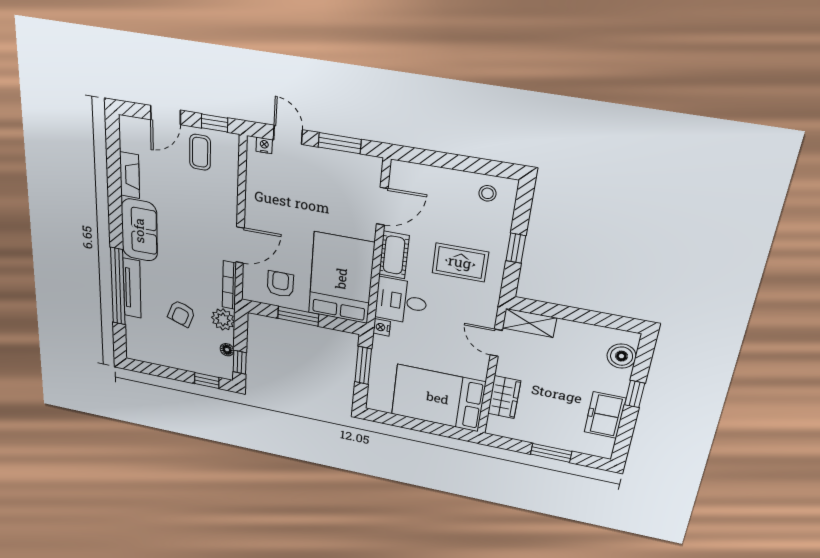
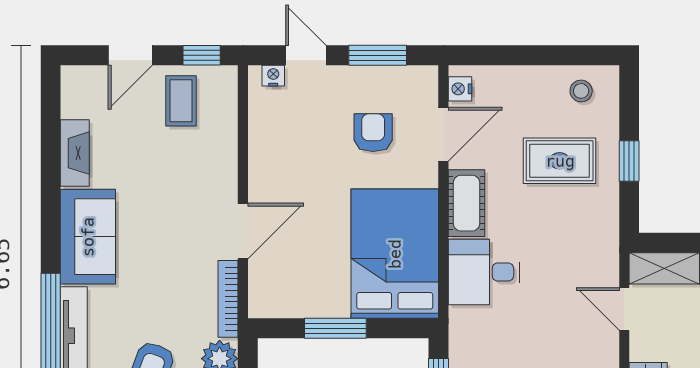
rug: (460, 262) -> (560, 161), moved
armchair: (280, 284) -> (373, 133), moved
nightstand: (382, 327) -> (460, 89), moved

